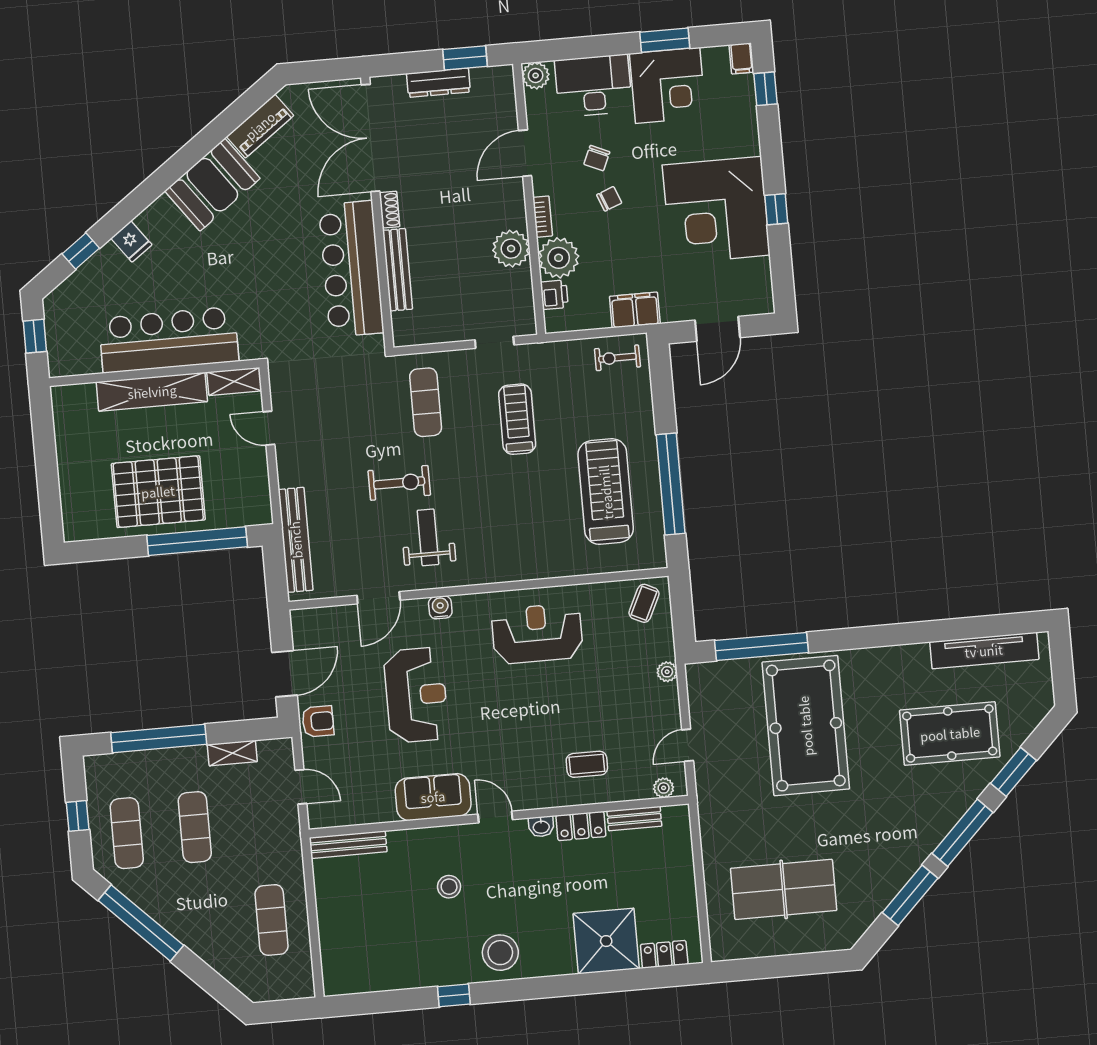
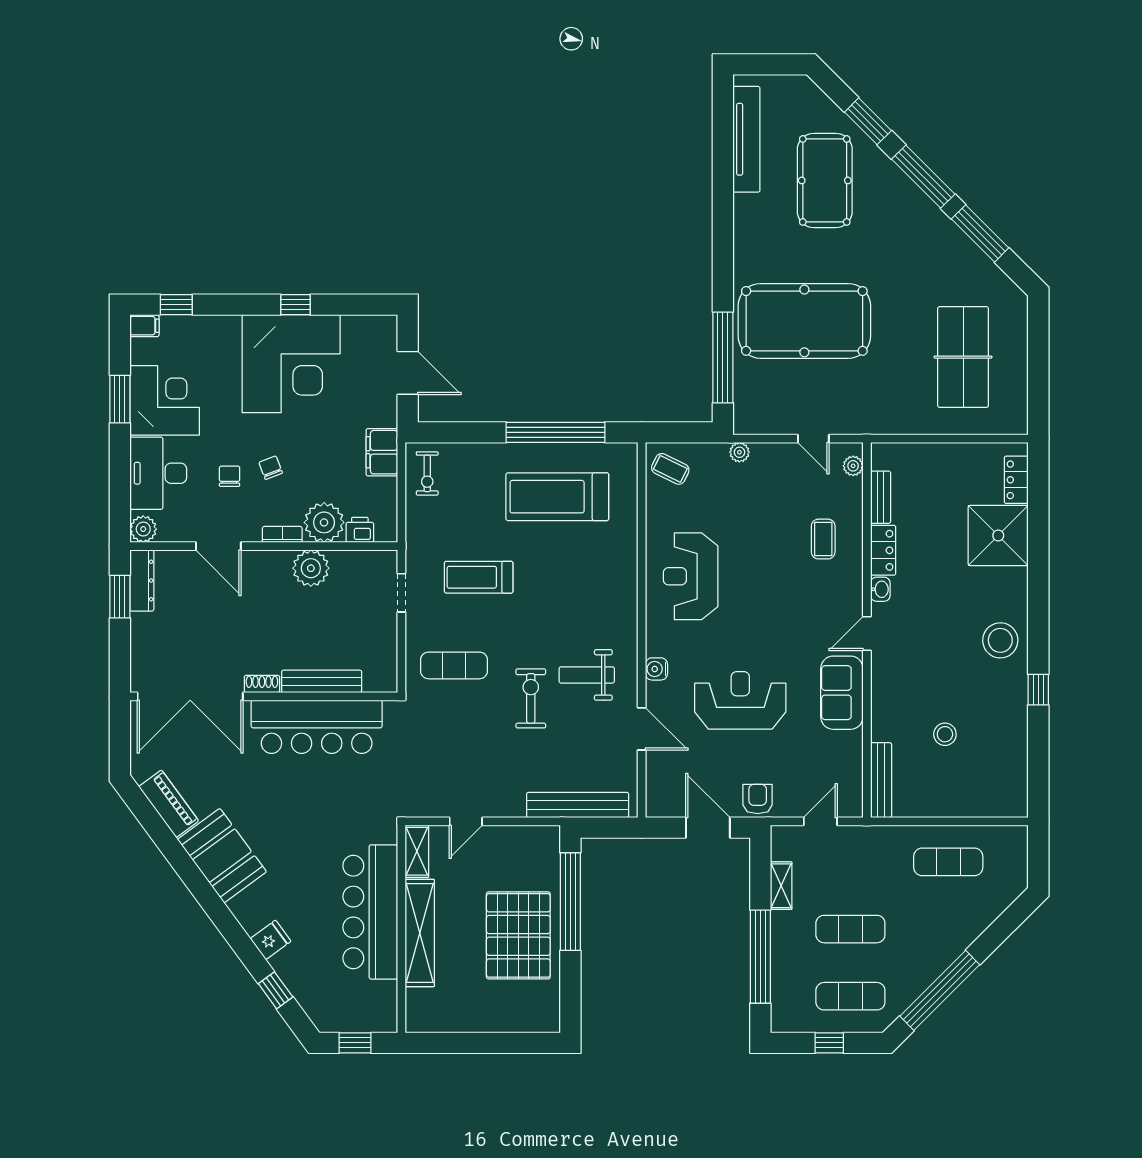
dresser: (438, 83) -> (142, 581), moved
chair: (597, 158) -> (230, 476), turned -114
stool: (449, 887) -> (945, 734), moved

